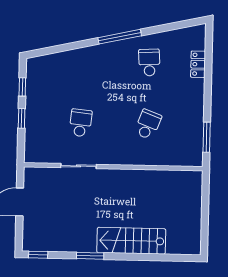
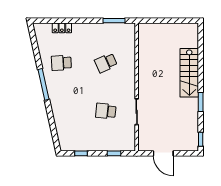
window: (22, 118) -> (114, 153), moved
school desk: (148, 124) -> (106, 63), turned -45

